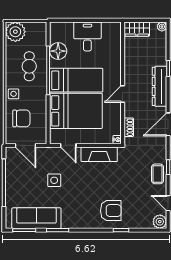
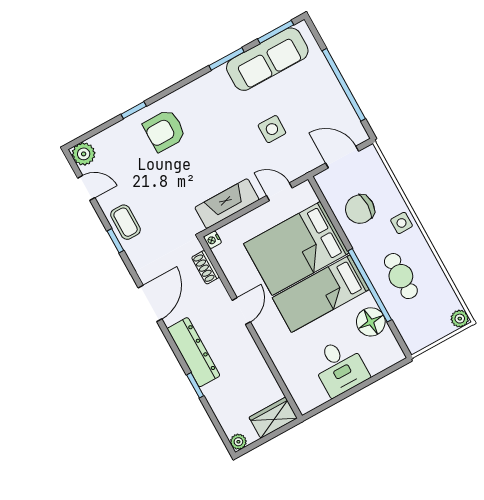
plant: (15, 32) -> (460, 319), width x0.53, depth x0.53
chair: (21, 118) -> (360, 209), moved

